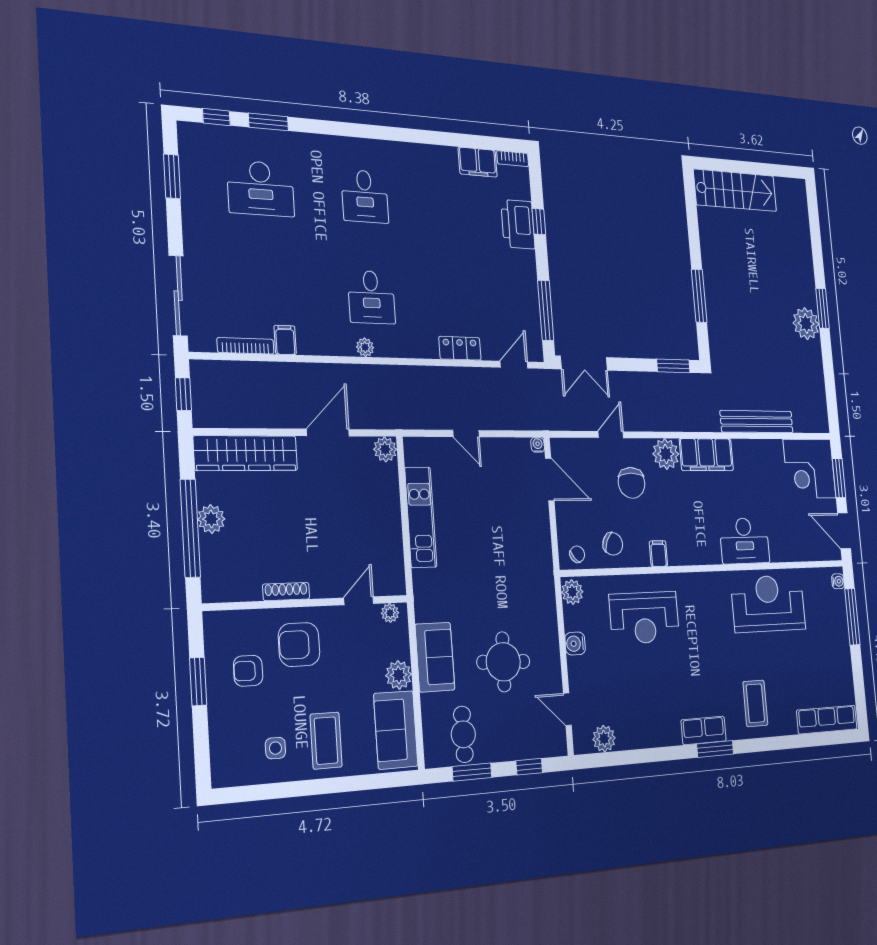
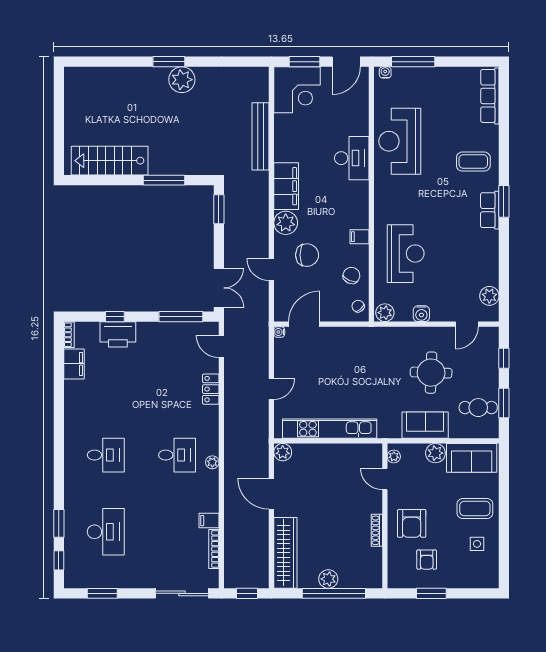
stairs: (735, 190) -> (110, 161), moved, turned -90
kitchen unit: (421, 517) -> (330, 429), width x1.36

